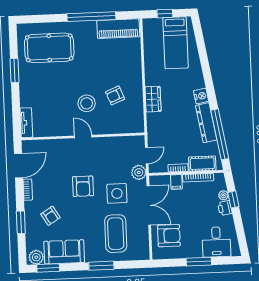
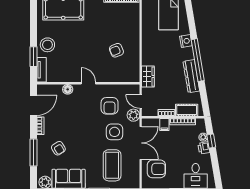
window: (14, 70) -> (33, 57), moved
nightstand: (201, 96) -> (186, 41), moved
wardrobe: (153, 99) -> (148, 77), moved
stool: (87, 103) -> (47, 45), moved
window: (220, 134) -> (198, 60), moved
floor lamp: (59, 145) -> (68, 89), added
door: (147, 156) -> (141, 102), swing flipped
armchair: (83, 186) -> (110, 106), moved
window: (21, 222) -> (33, 153), width x1.44

